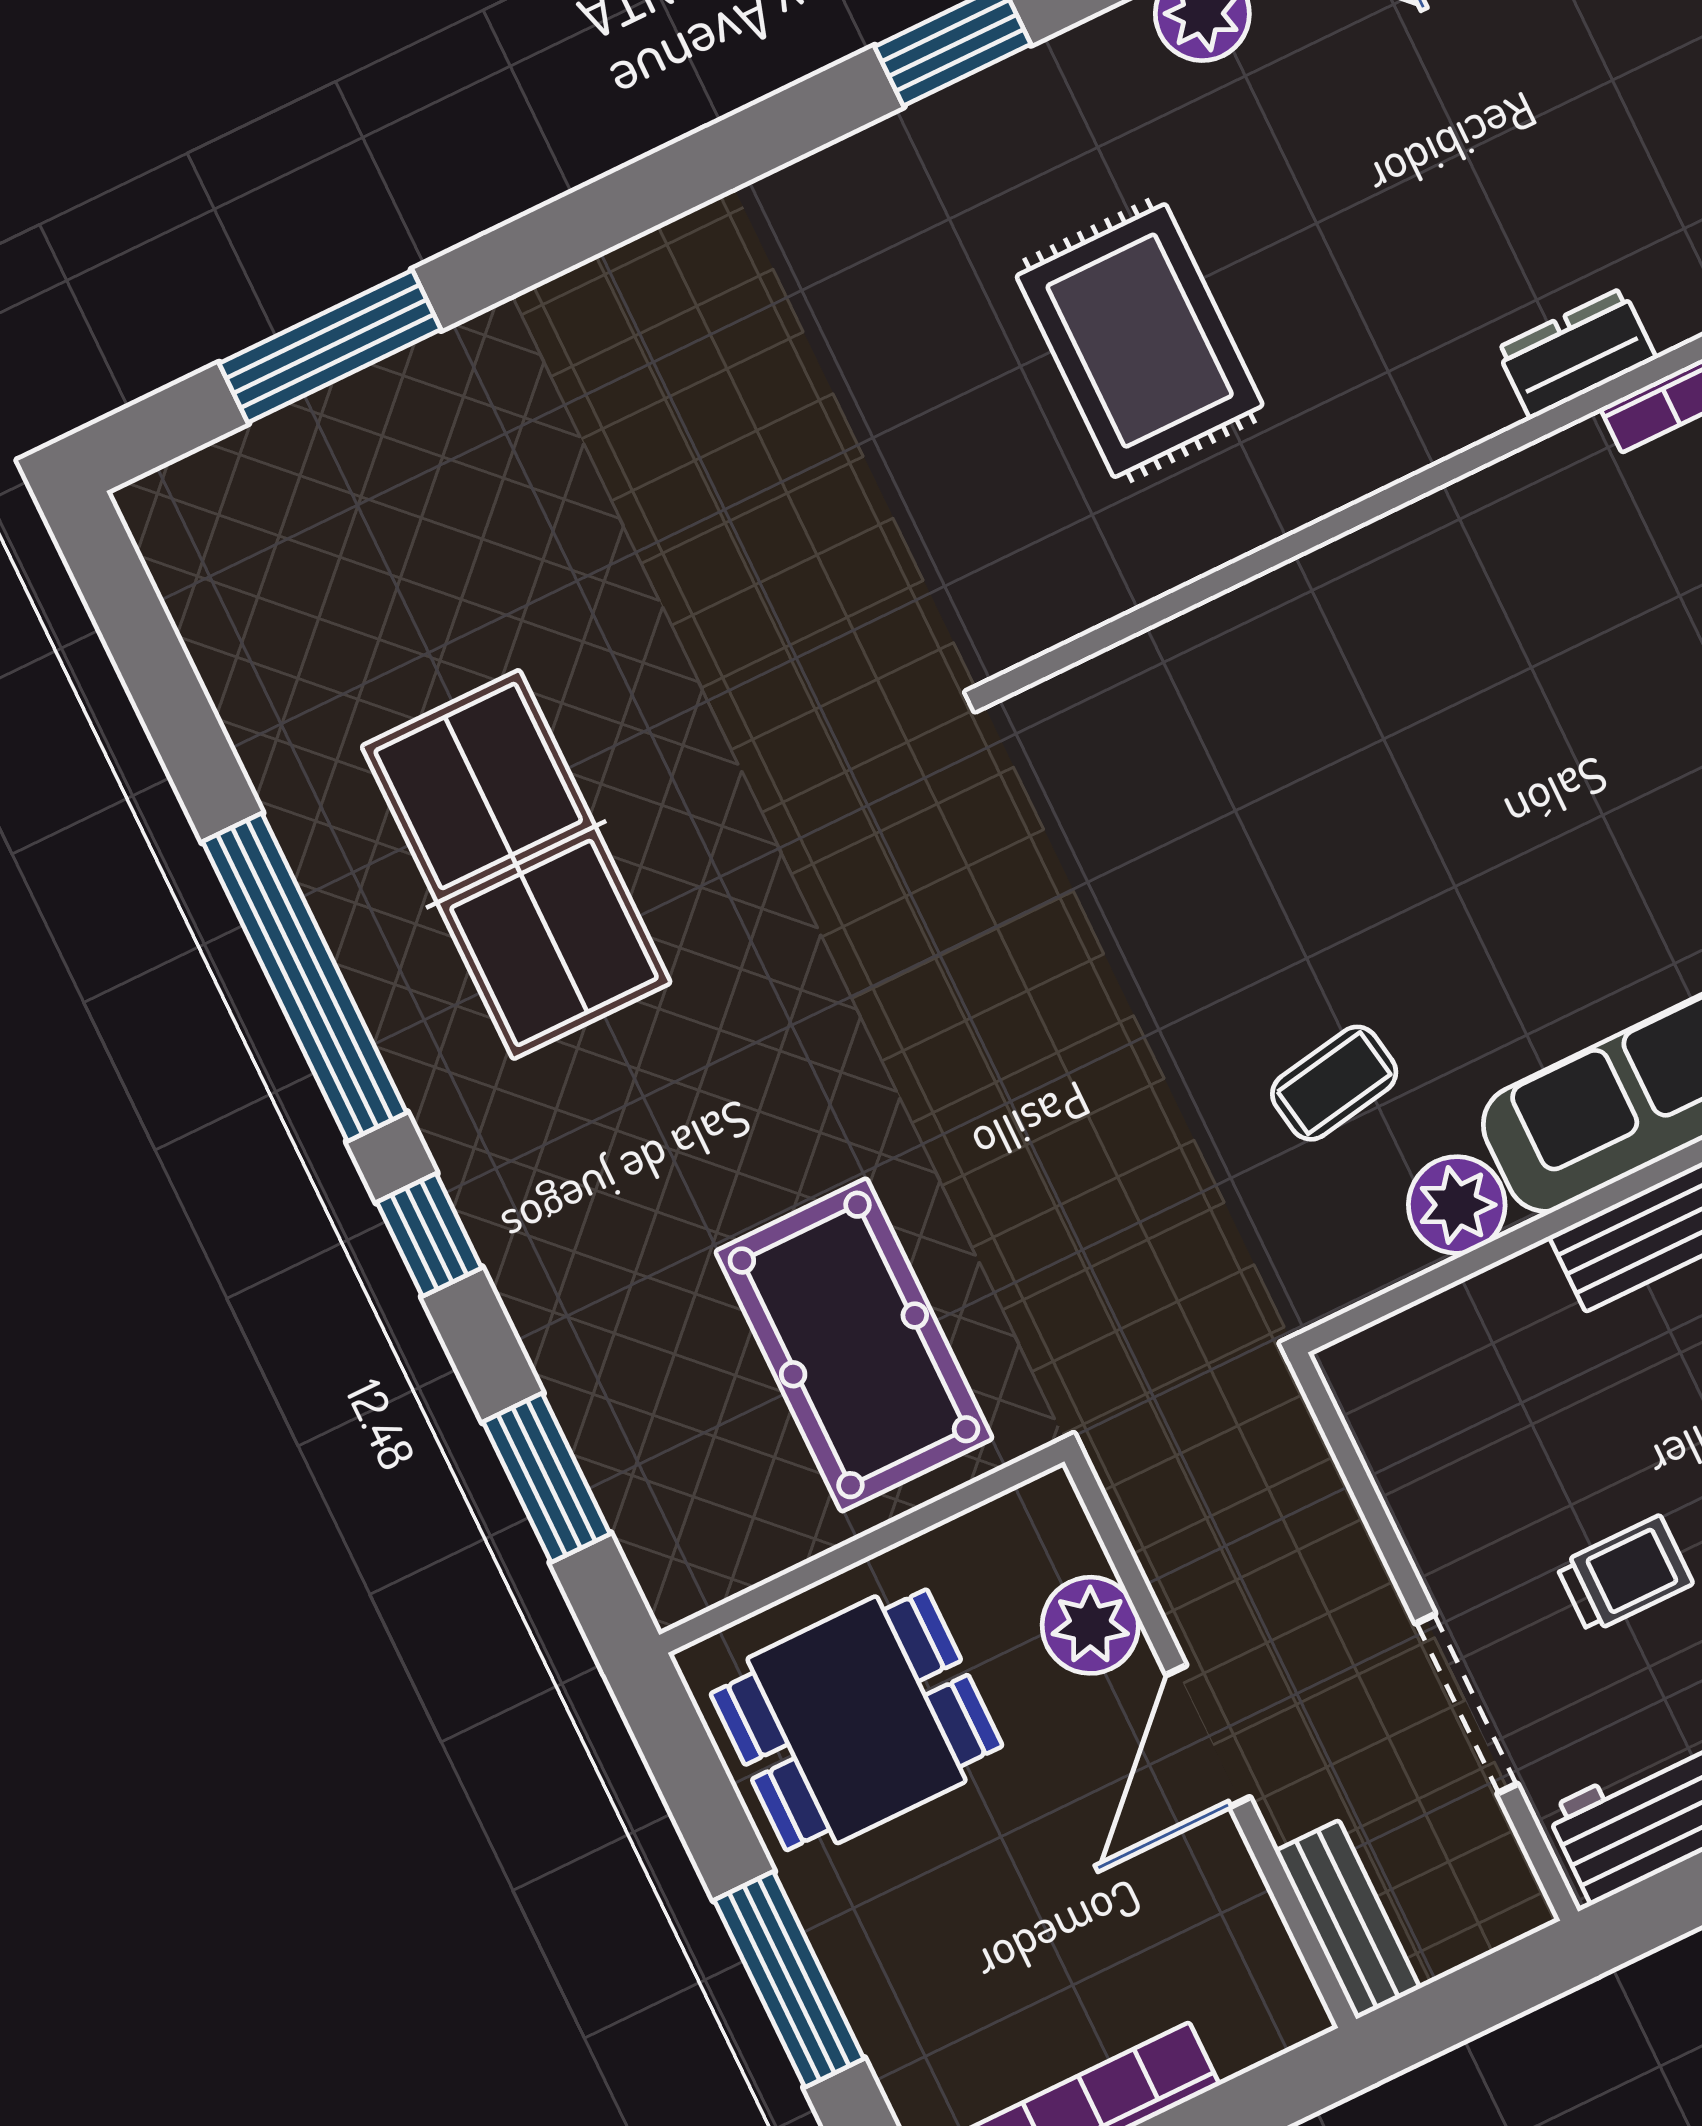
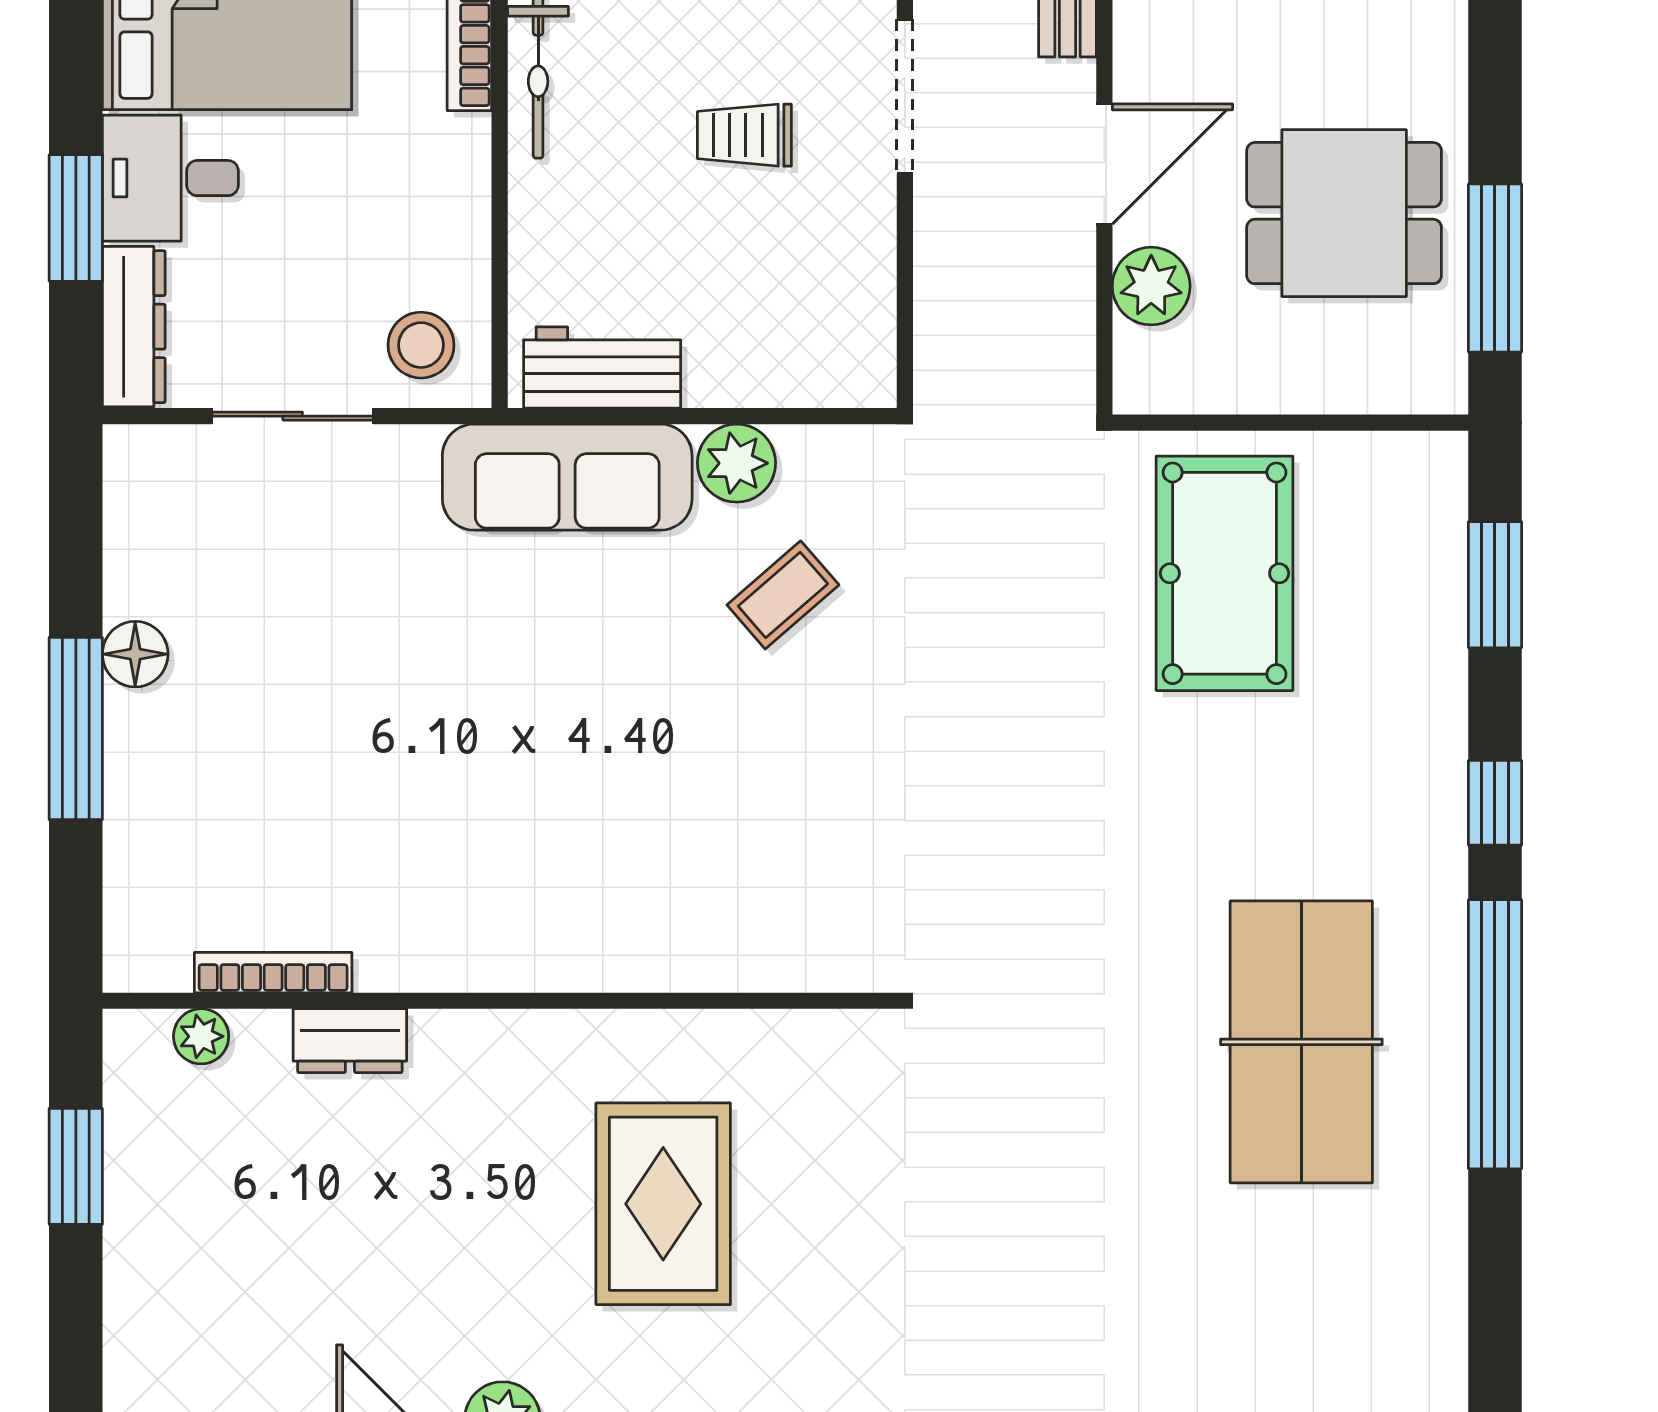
coffee table: (1334, 1083) -> (783, 595), turned -31
dining table: (857, 1720) -> (1344, 213), moved
window: (789, 1979) -> (1495, 268), moved

